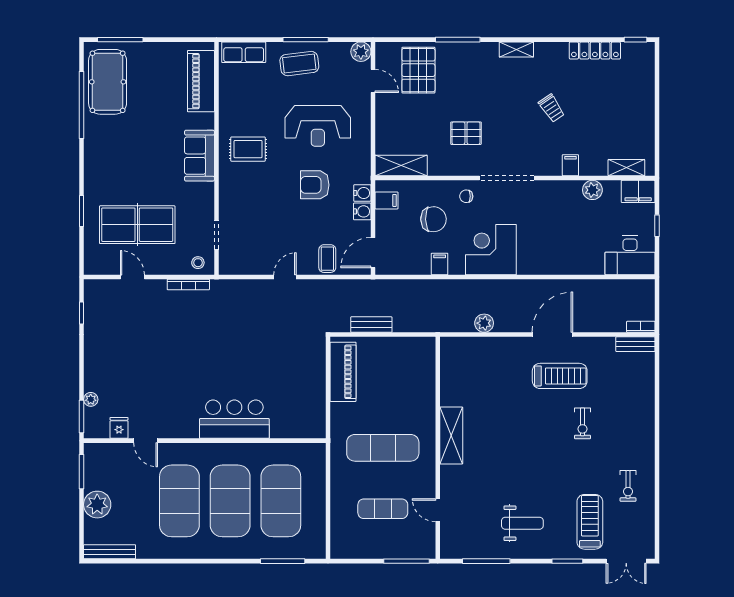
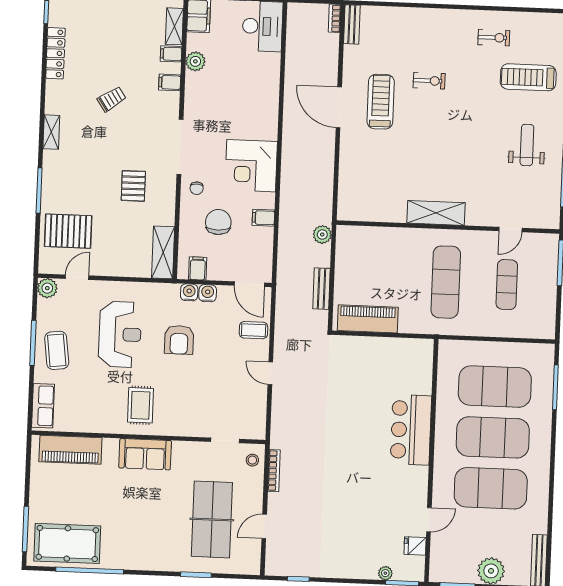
filing cabinet: (599, 165) -> (171, 54), added
plant: (484, 323) -> (322, 235), moved

